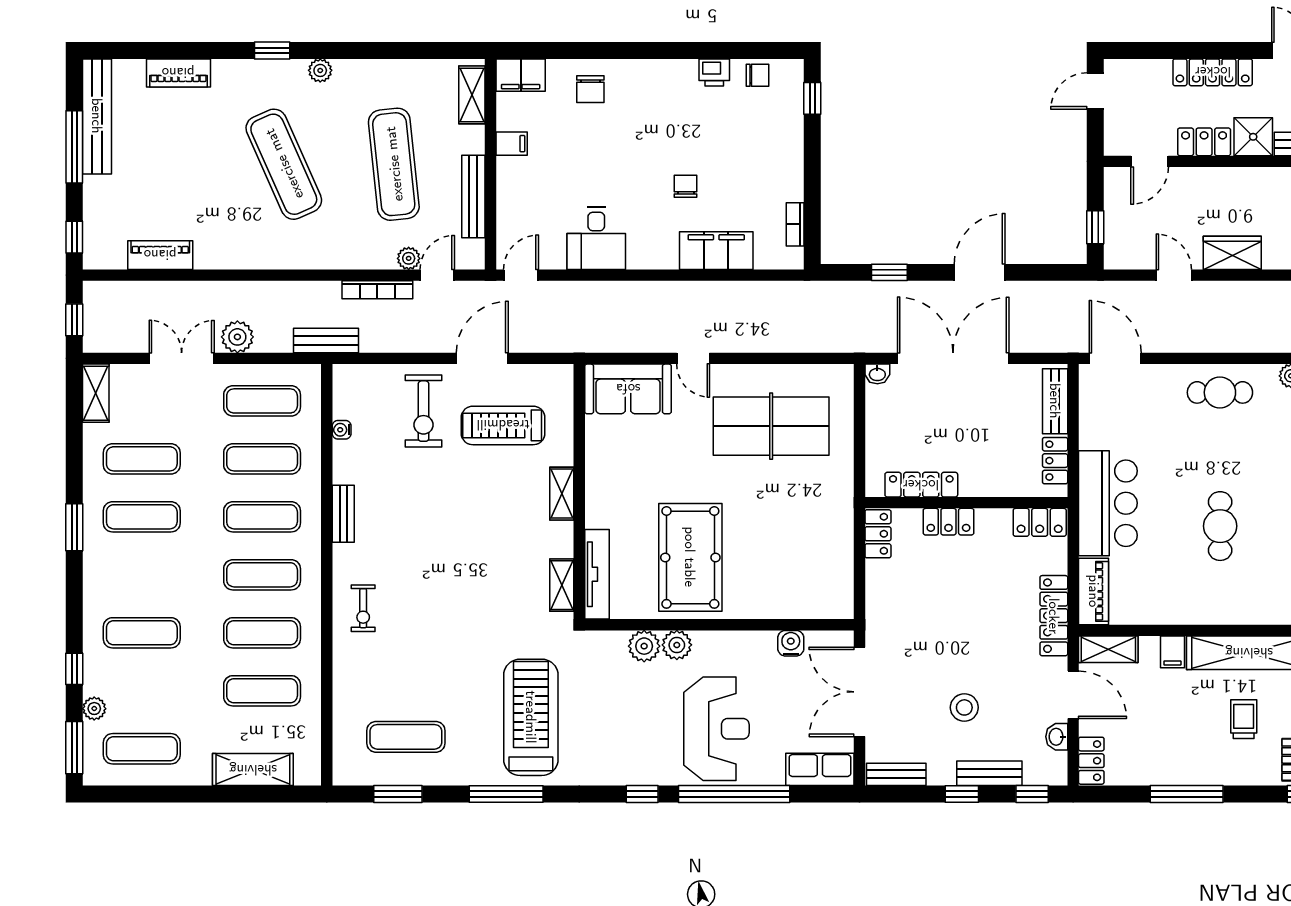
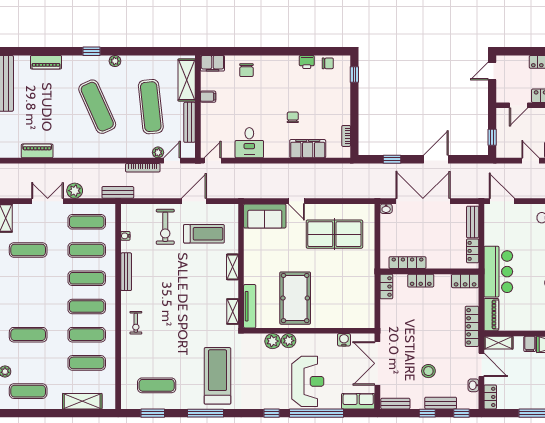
shelving: (472, 95) -> (187, 80), width x1.50, depth x1.33
treadmill: (503, 425) -> (204, 234), turned 180
bench: (343, 514) -> (126, 272), width x1.36
exercise mat: (142, 517) -> (28, 278), removed

